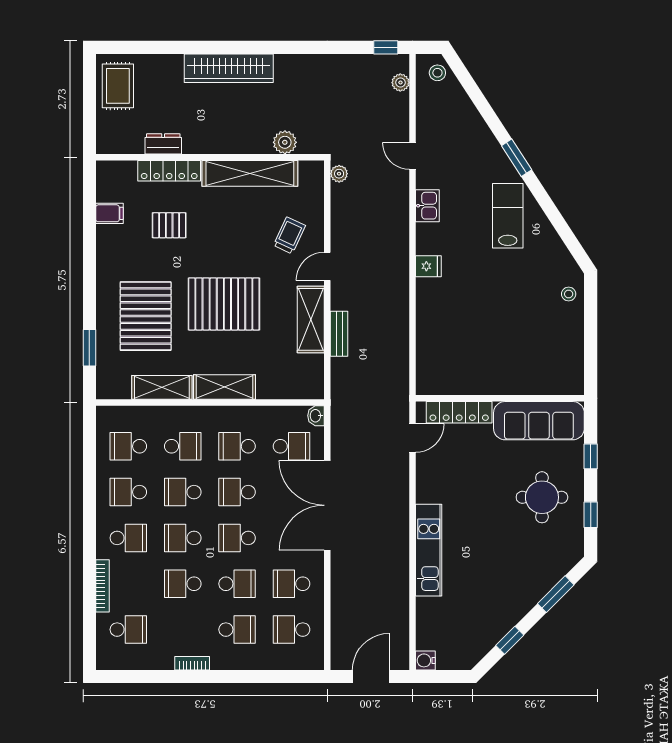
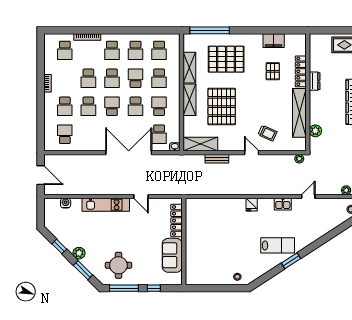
dresser: (163, 144) -> (315, 81), moved
window: (517, 158) -> (291, 261), moved
filing cabinet: (109, 213) -> (274, 41), width x2.00
pallet: (224, 304) -> (222, 107), moved
shelving: (311, 319) -> (200, 144), moved
window: (89, 348) -> (210, 30), width x2.11
sofa: (539, 421) -> (172, 255), width x0.73
door: (413, 438) -> (141, 196), moved
school desk: (128, 446) -> (159, 50), turned 180
school desk: (128, 492) -> (136, 50), turned 180
school desk: (237, 492) -> (136, 106), turned 180
round table: (542, 497) -> (118, 265), moved
window: (591, 515) -> (124, 288), width x2.17
school desk: (183, 538) -> (112, 78), turned 180
school desk: (183, 584) -> (88, 78), turned 180
school desk: (292, 584) -> (88, 134), removed
plant: (523, 602) -> (79, 253), added
water cooler: (425, 660) -> (66, 203), moved

